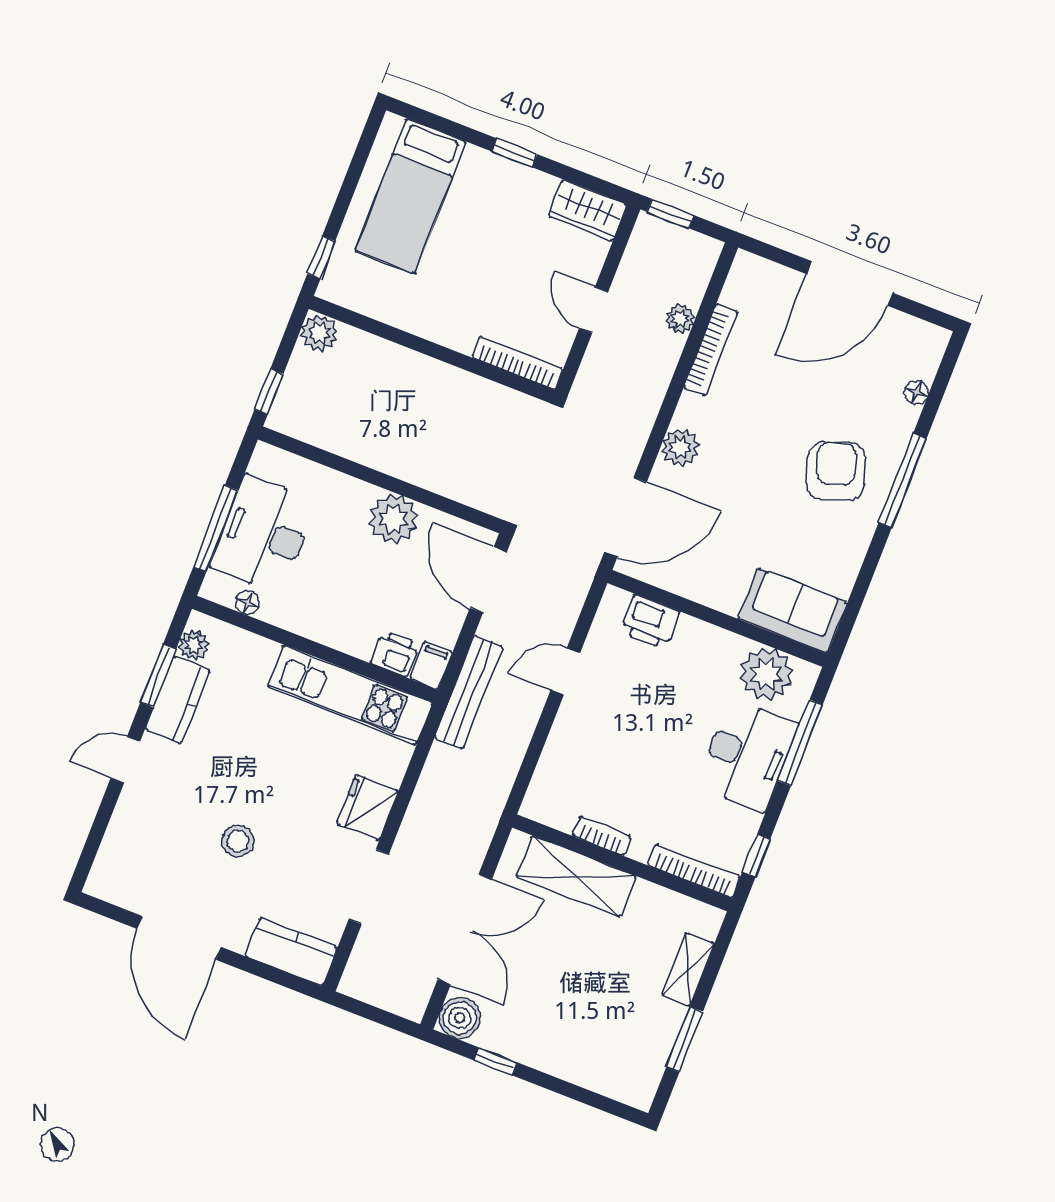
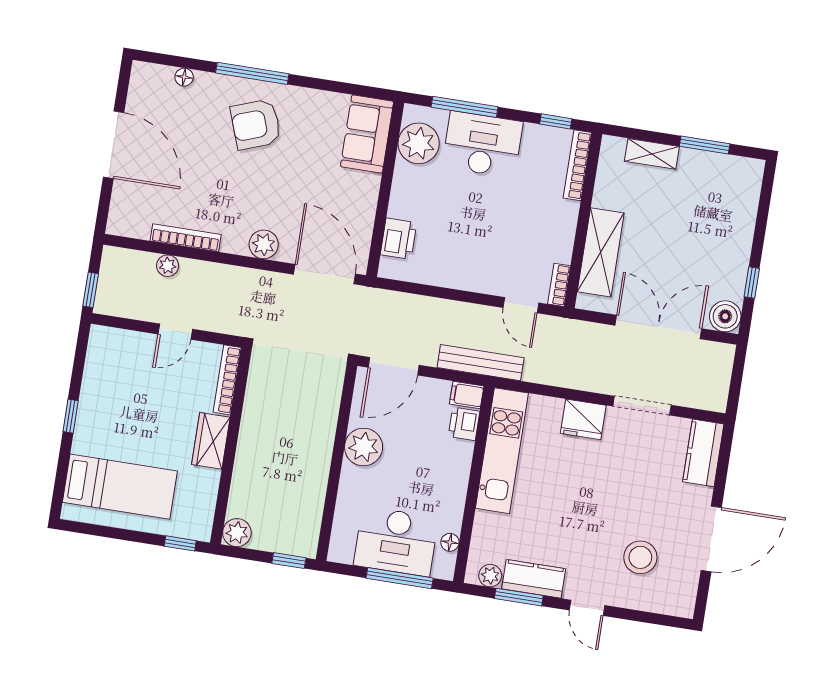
wardrobe: (588, 210) -> (211, 441), moved, turned 180
door: (565, 671) -> (521, 305), moved
bookcase: (602, 836) -> (559, 285), moved
stool: (238, 841) -> (640, 557), moved, width x1.38, depth x1.38

